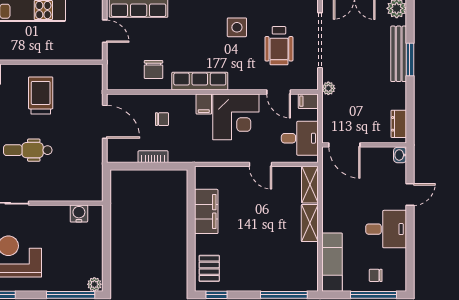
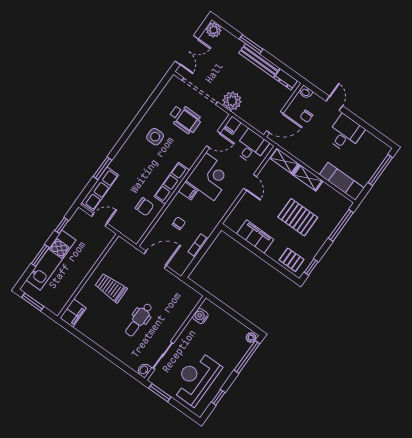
bench: (399, 54) -> (259, 60), moved
plant: (328, 88) -> (232, 101), width x1.88, depth x1.88
door: (260, 164) -> (250, 182), hinge flipped
pallet: (260, 242) -> (298, 217), added
chair: (376, 275) -> (306, 116), moved

